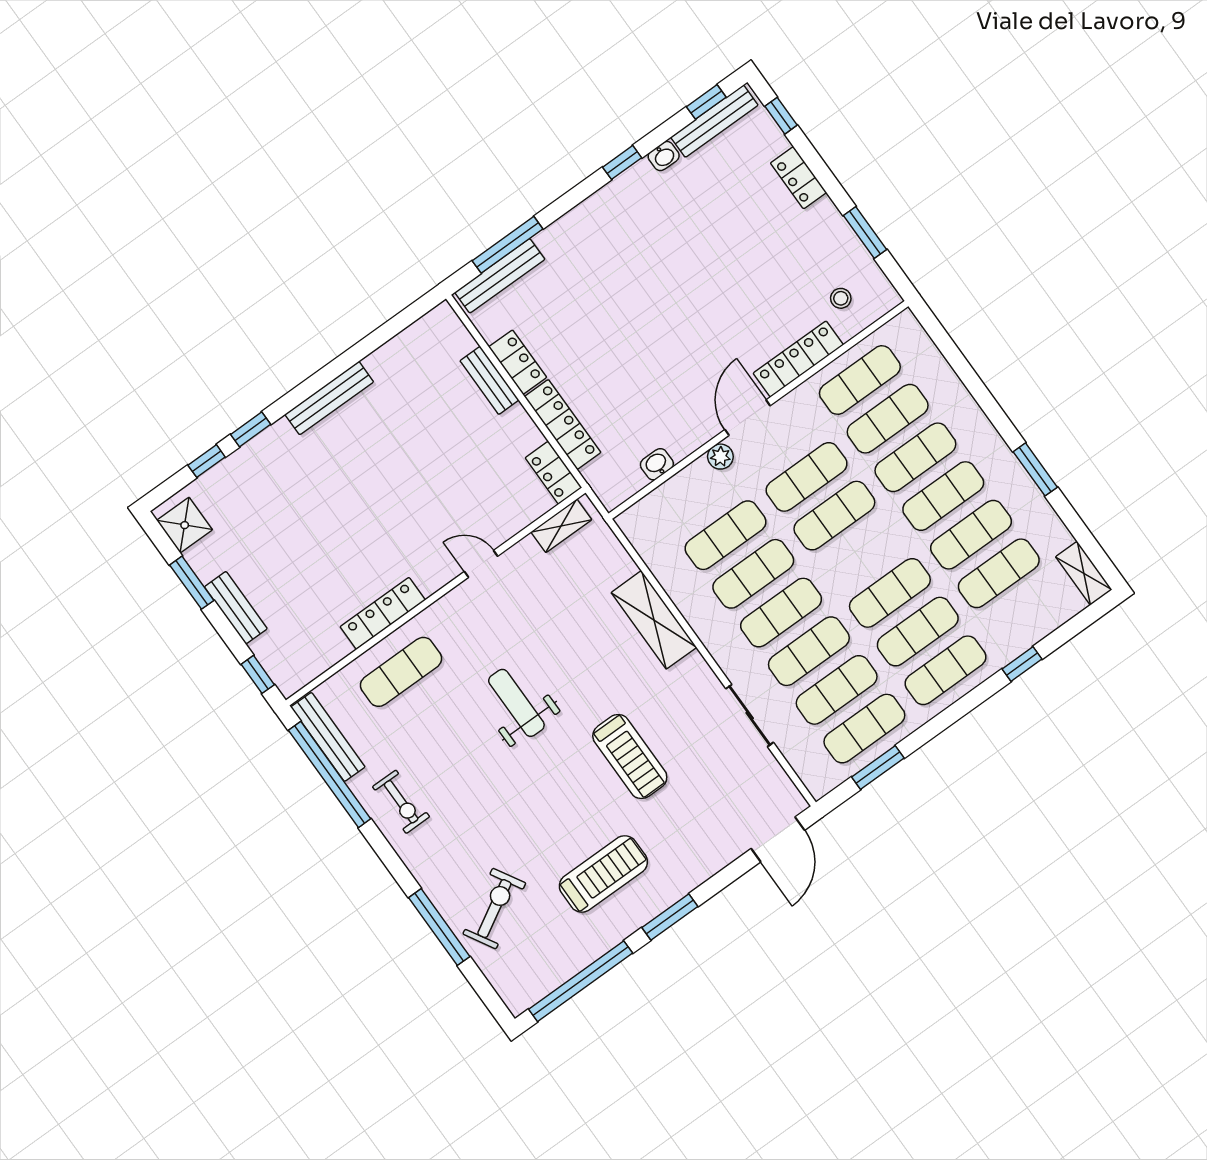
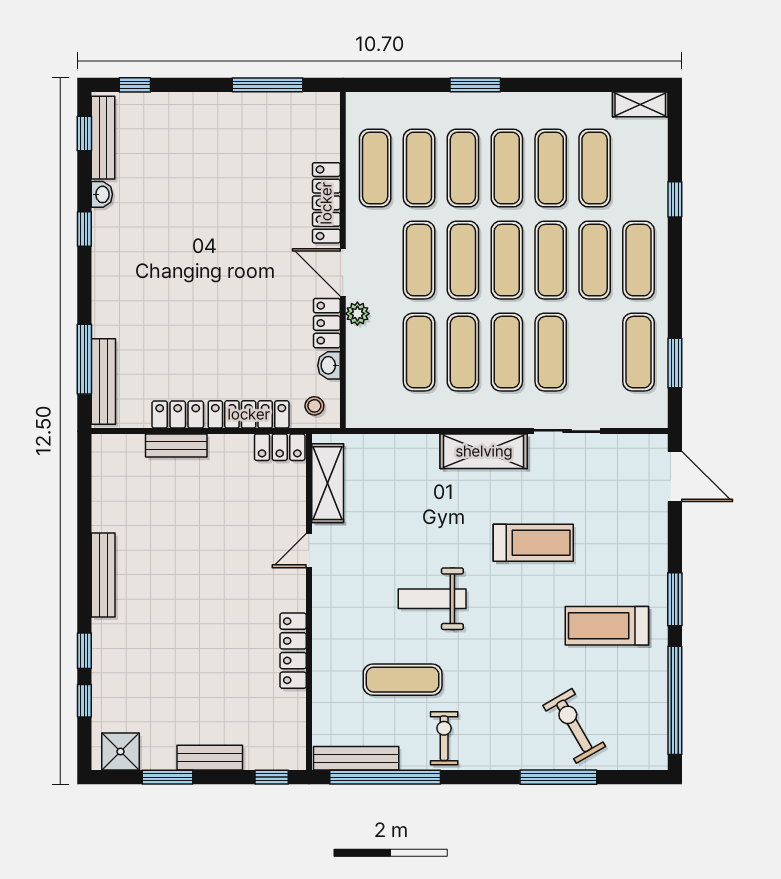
locker: (798, 178) -> (327, 323), moved, turned 90
window: (865, 233) -> (267, 85), width x1.44
stool: (841, 298) -> (314, 406), moved
window: (1035, 469) -> (475, 85), moved
shelving: (561, 526) -> (328, 483), width x1.50, depth x1.33
shelving: (654, 620) -> (484, 451), moved
exercise mat: (401, 672) -> (403, 680), moved, turned 90
exercise mat: (837, 690) -> (507, 260), moved
exercise bike: (401, 802) -> (444, 738), turned -90
treadmill: (603, 874) -> (607, 626), turned -90

